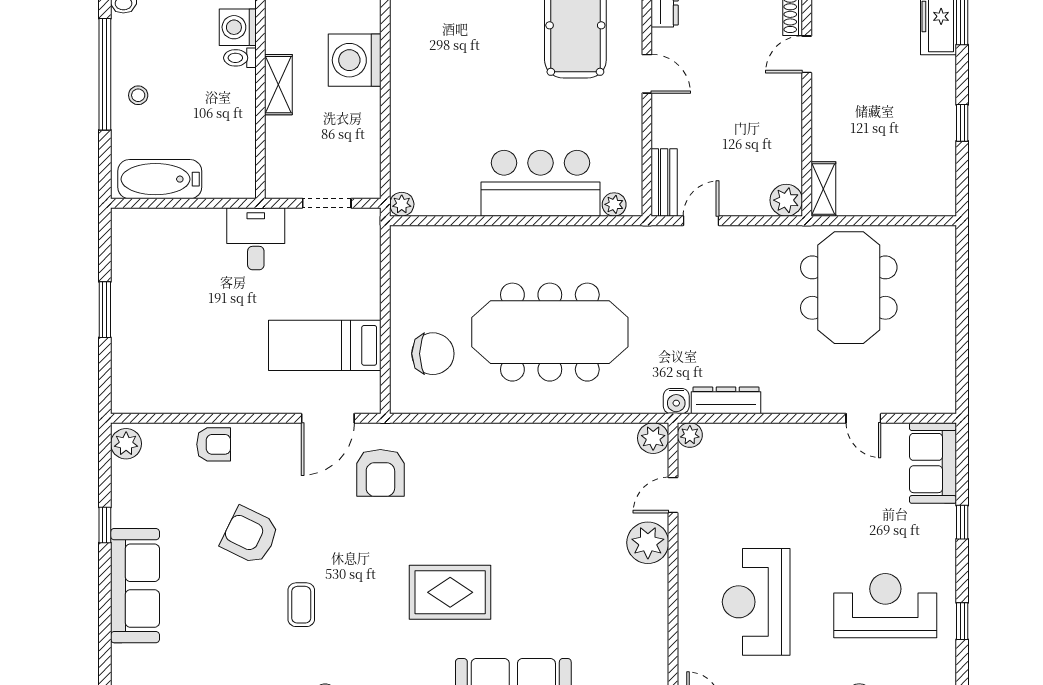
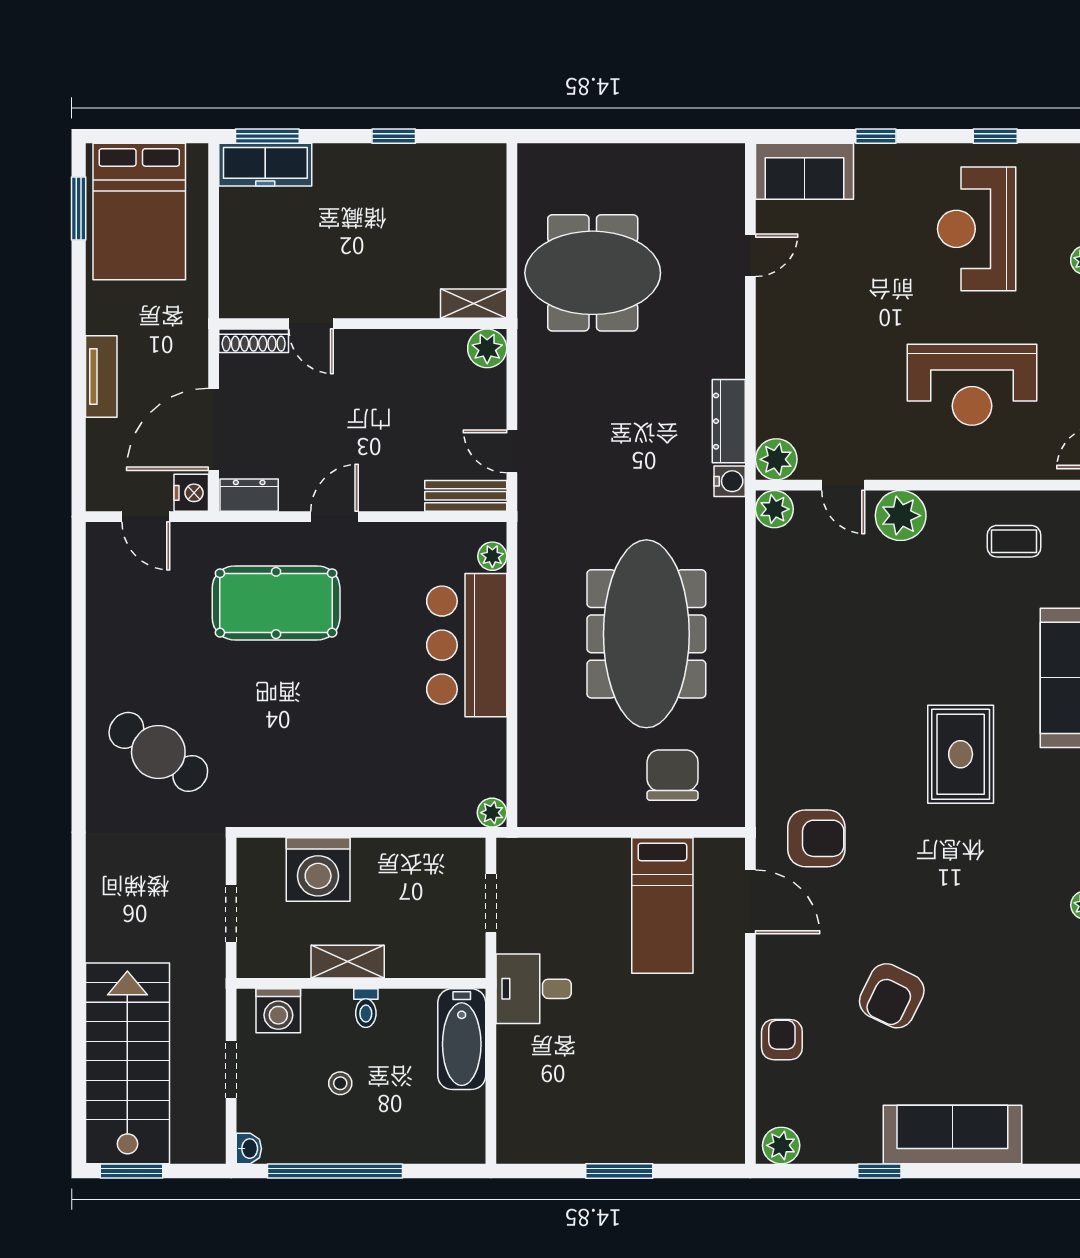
toilet: (240, 58) -> (366, 1008), moved
stool: (138, 95) -> (340, 1083), moved
bathtub: (160, 179) -> (462, 1039), moved
plant: (690, 435) -> (776, 459), width x1.38, depth x1.38
coffee table: (301, 605) -> (1014, 541), moved

